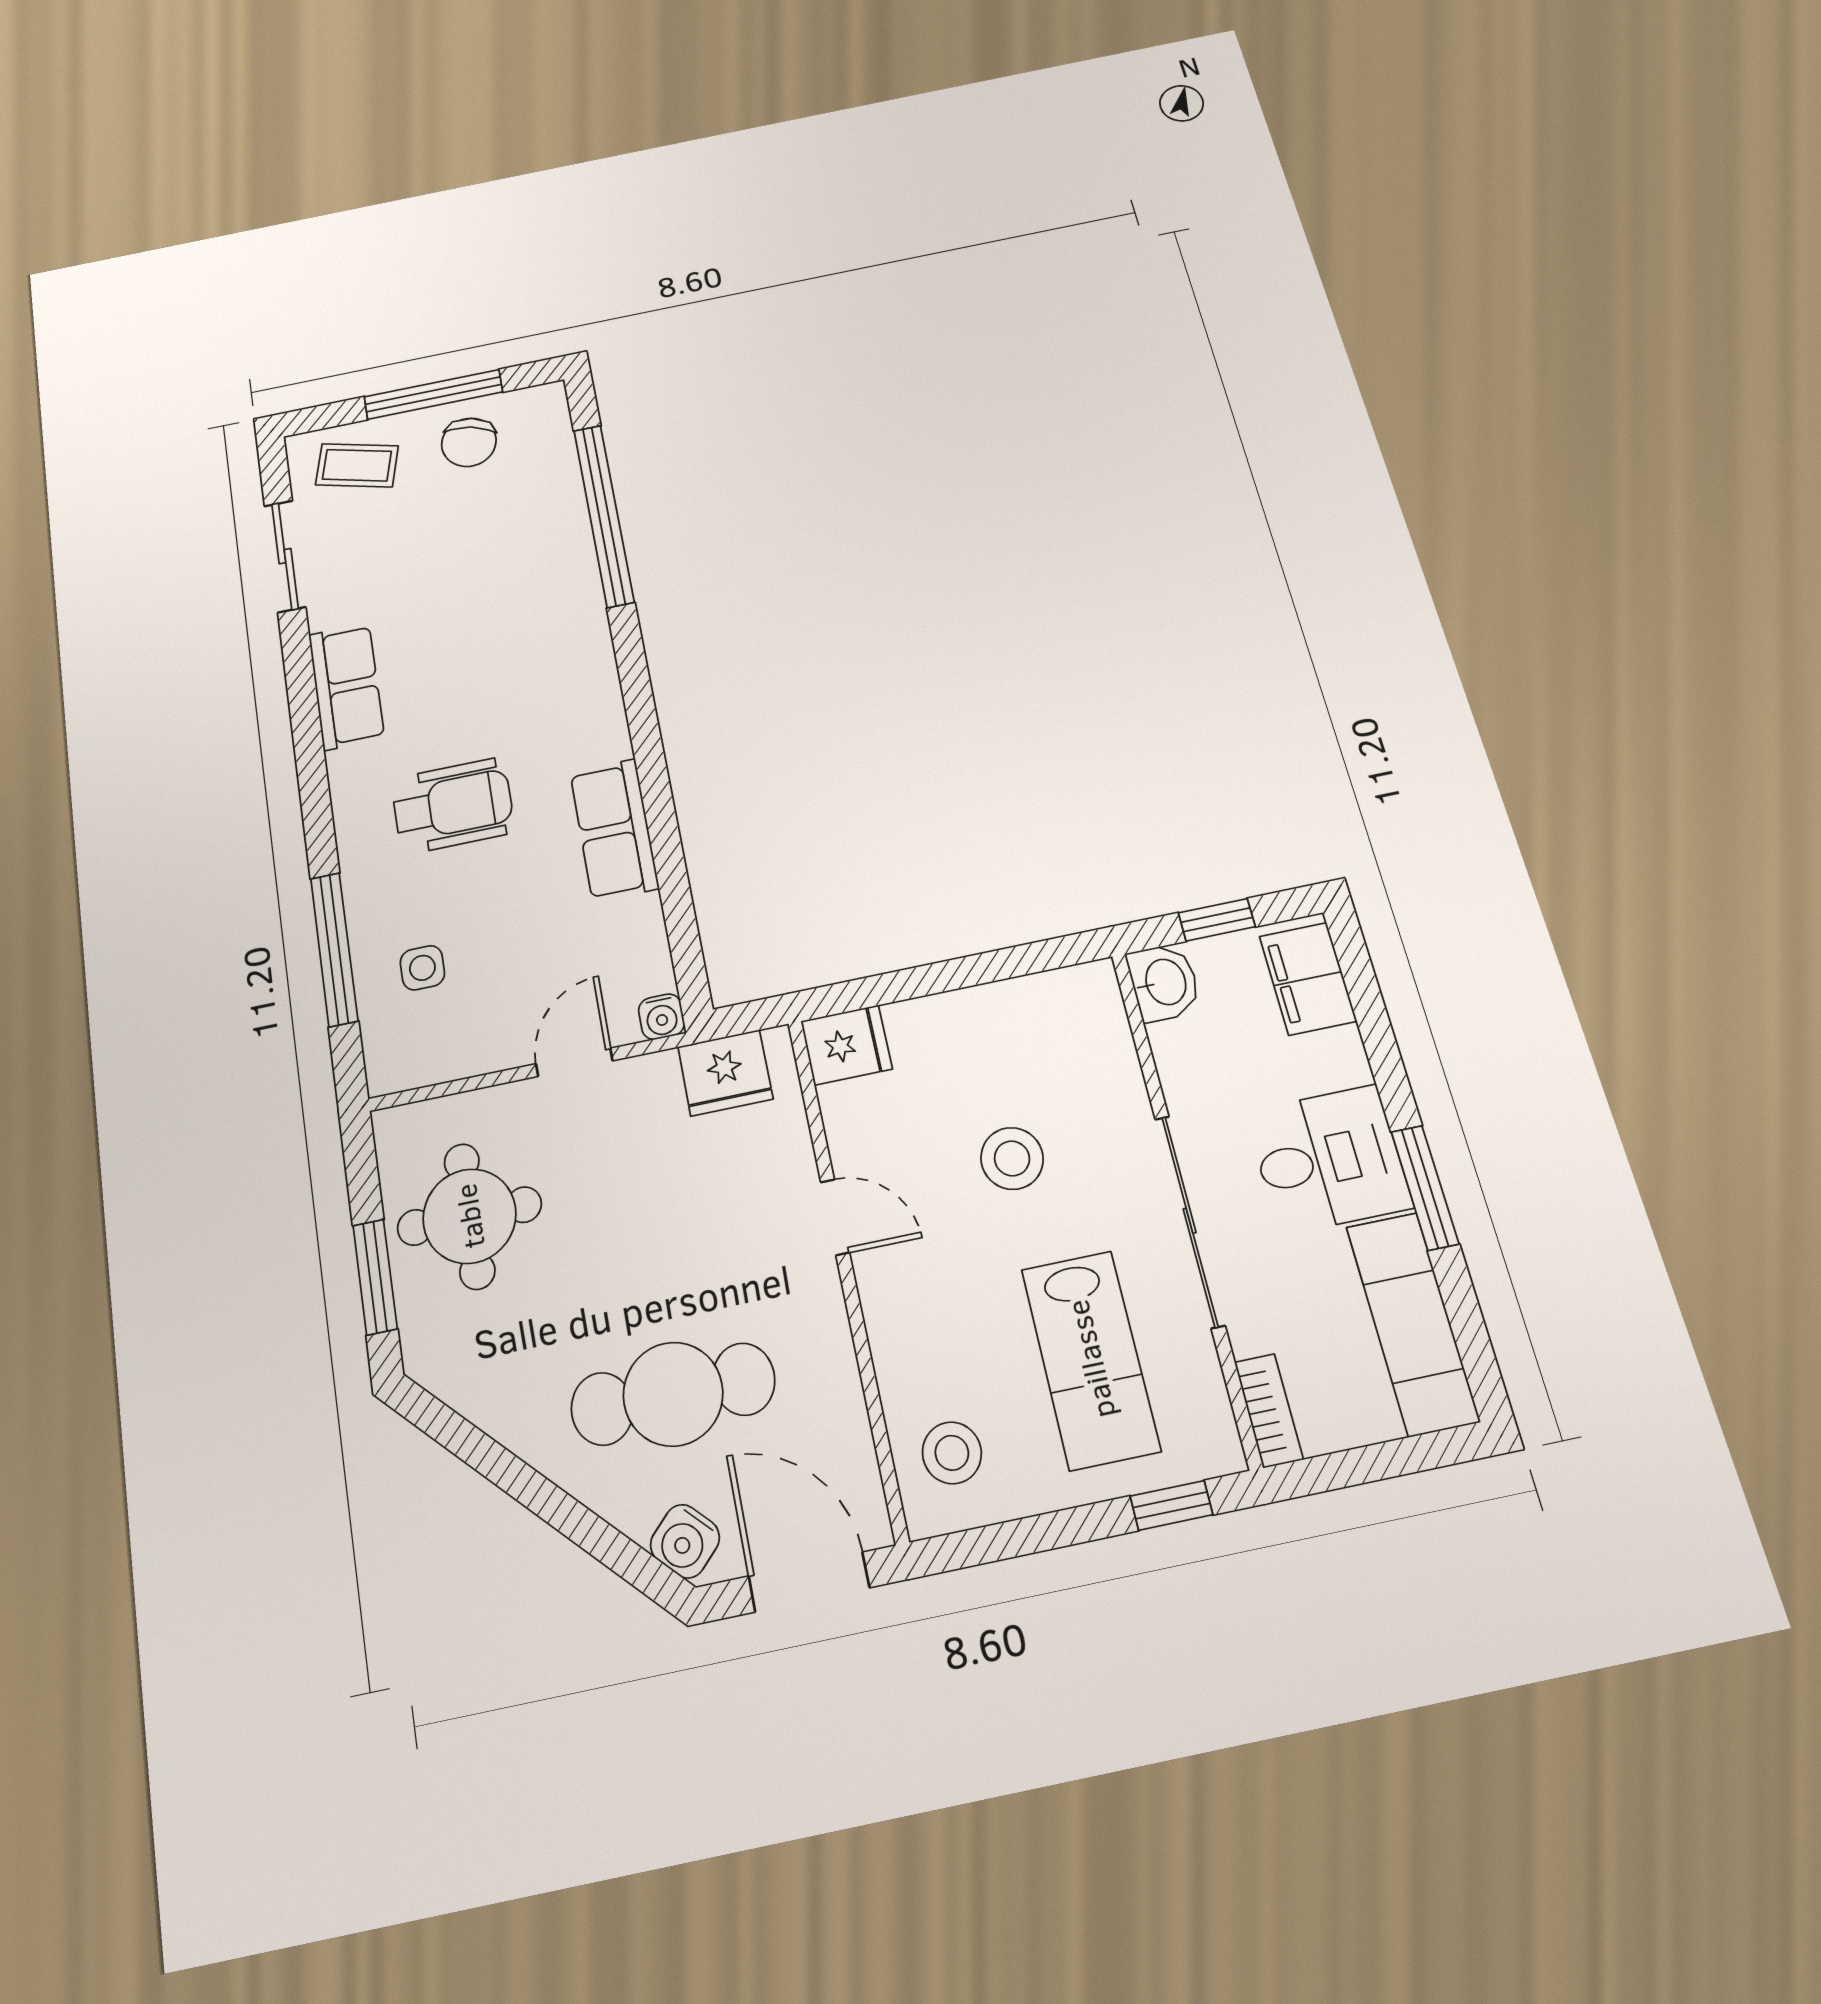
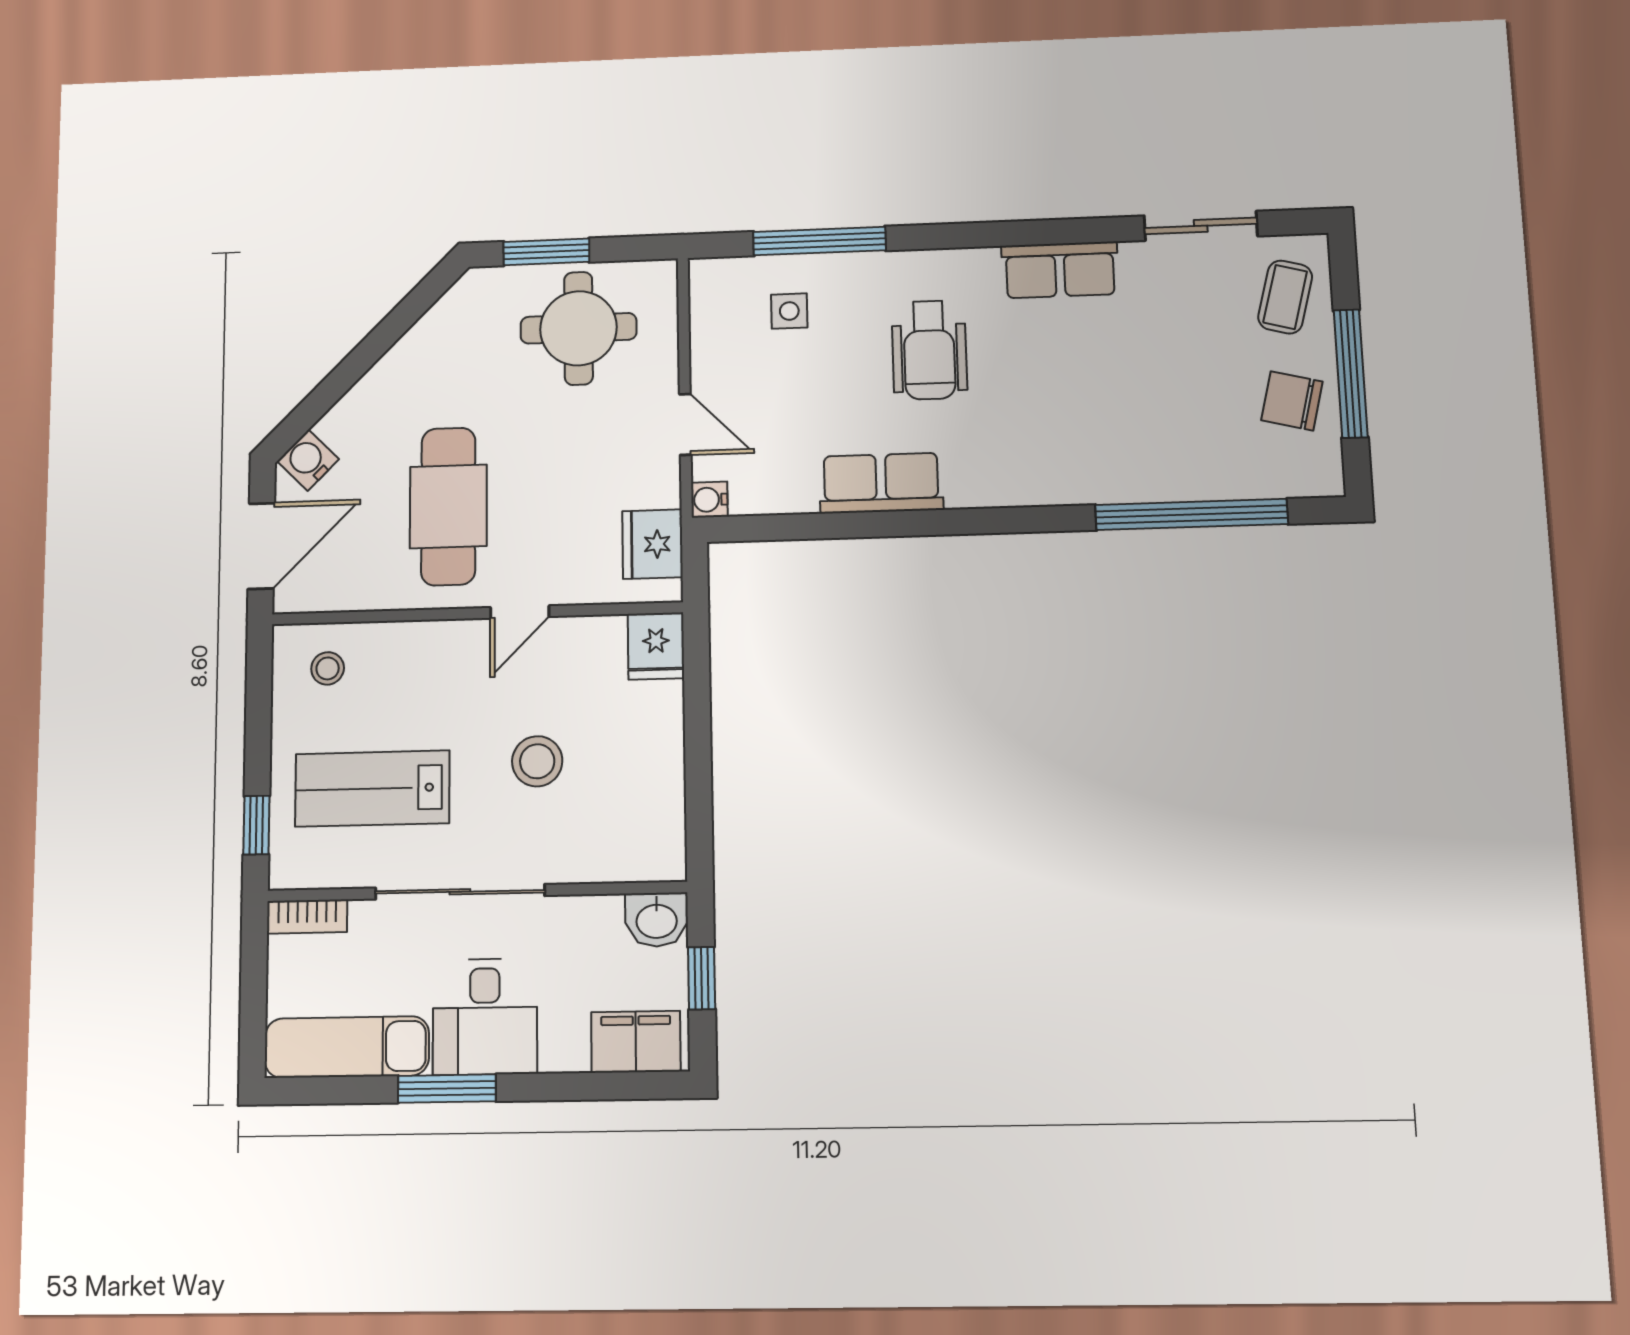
cafe table: (673, 1394) -> (448, 506), moved
stool: (952, 1453) -> (328, 668), width x0.73, depth x0.73

